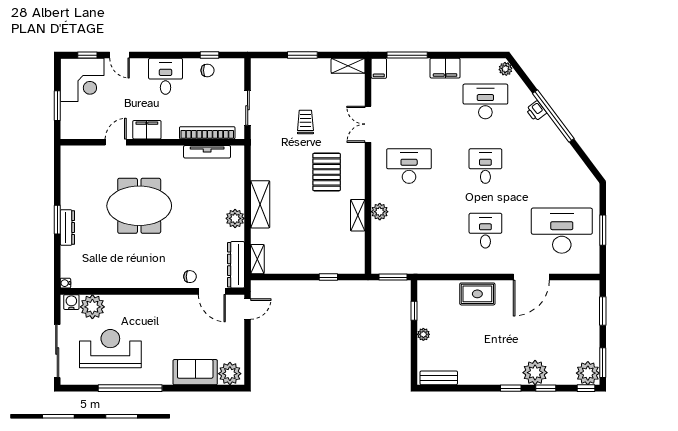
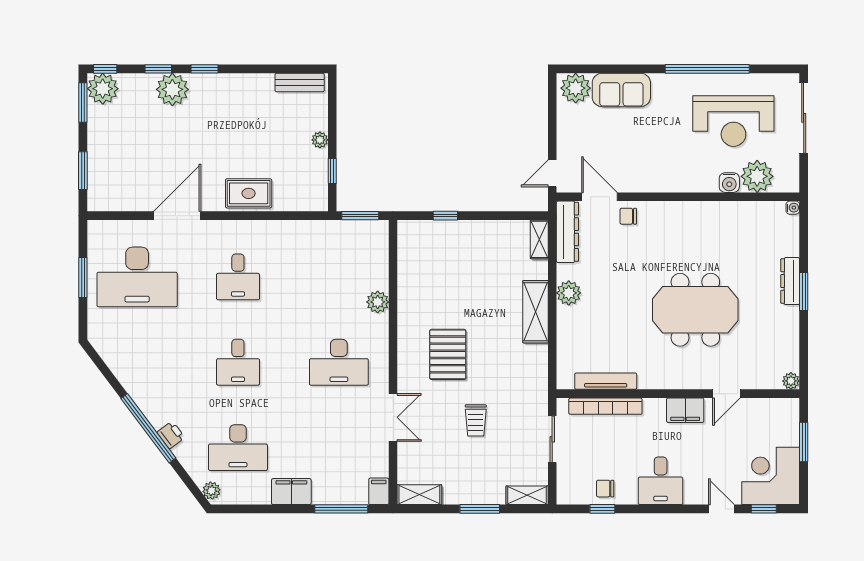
plant: (67, 152) -> (791, 381), added
shelving: (358, 215) -> (527, 495), moved, turned 90
water cooler: (71, 302) -> (729, 183), moved

